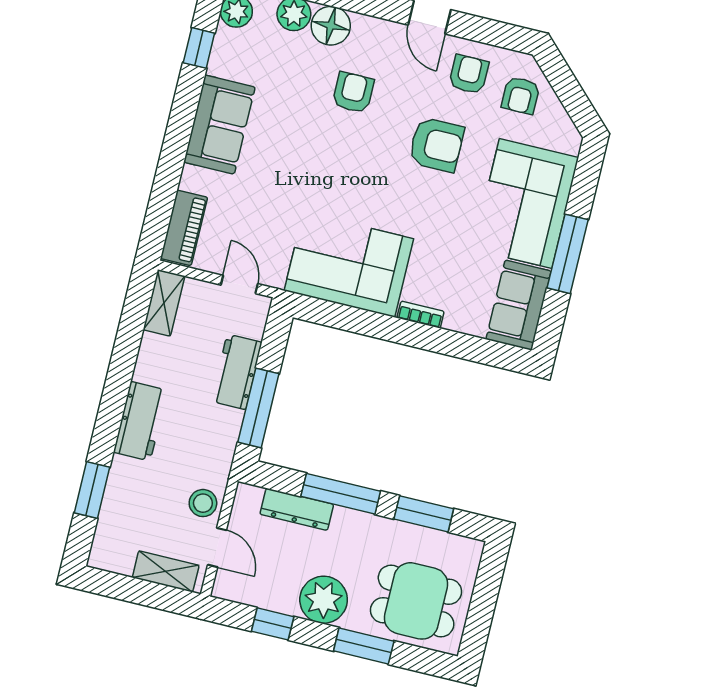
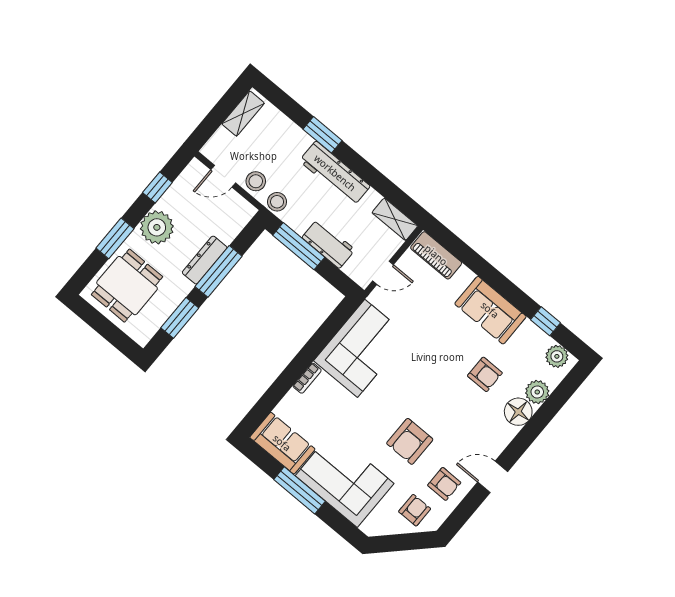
armchair: (353, 93) -> (485, 374), moved
armchair: (521, 95) -> (415, 510), turned 90
workbench: (140, 421) -> (335, 173), width x1.37
stool: (216, 463) -> (277, 202), added
window: (92, 490) -> (322, 135), moved
dresser: (297, 509) -> (205, 260), moved
shelving: (166, 571) -> (243, 114), moved

